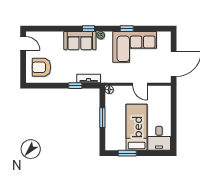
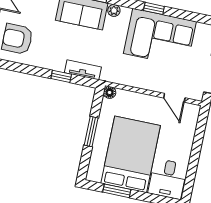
door: (140, 84) -> (174, 98), moved
bed: (137, 127) -> (131, 154), width x1.50

